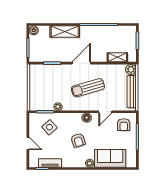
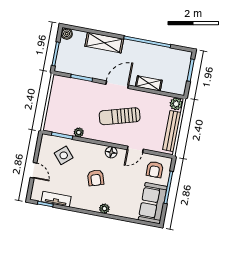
shelving: (117, 57) -> (149, 83), moved
sofa: (110, 158) -> (153, 203), moved, turned -90

